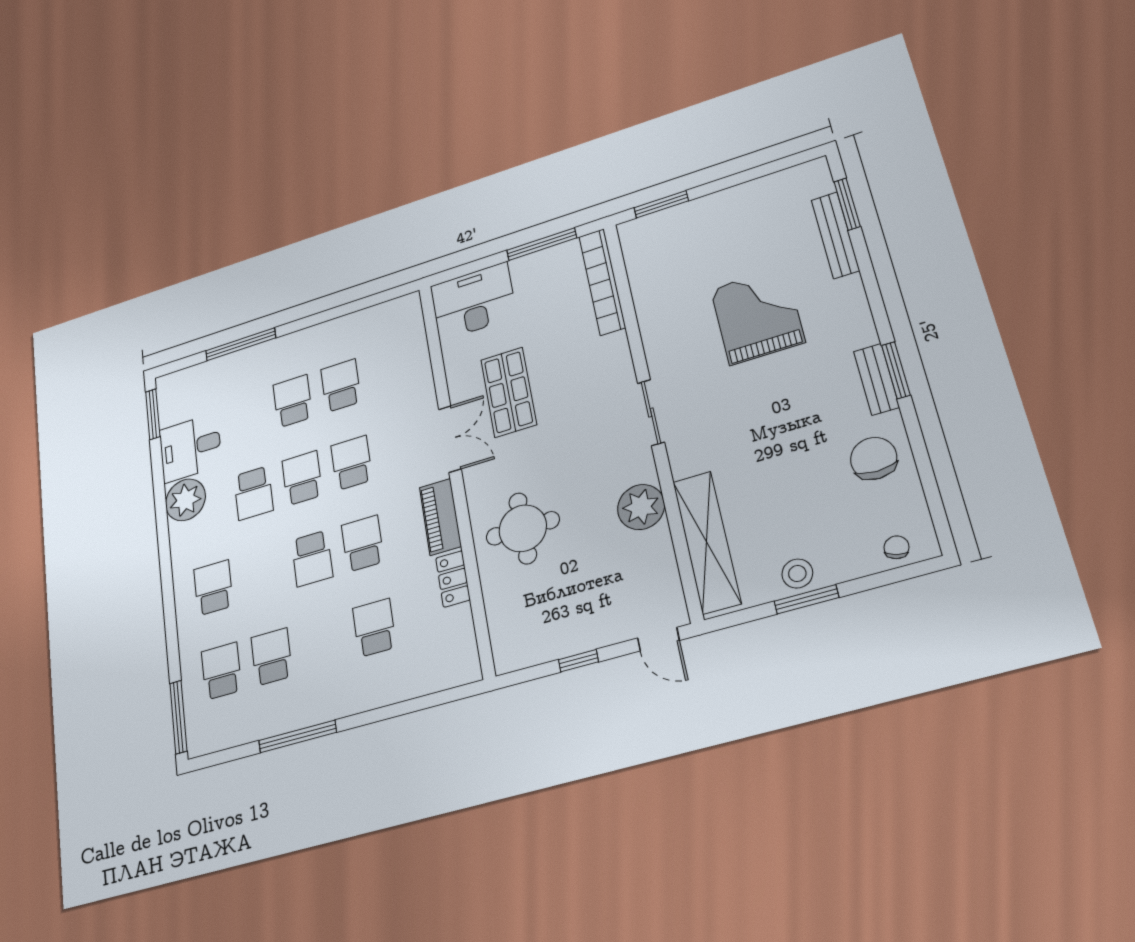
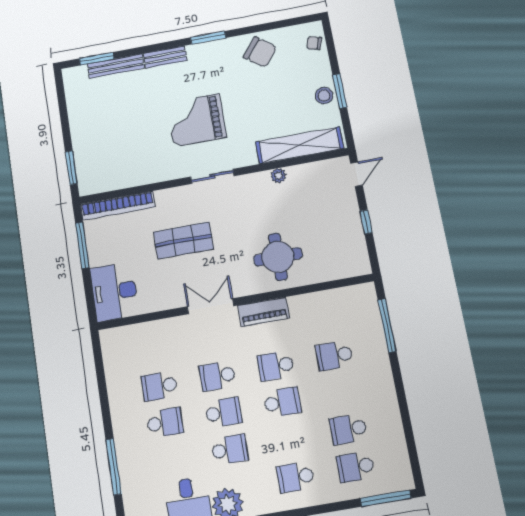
grand piano: (757, 315) -> (196, 120), moved
bench: (876, 379) -> (165, 57), moved
shop shelf: (509, 392) -> (183, 240), moved
school desk: (293, 401) -> (165, 423), turned 180
chair: (874, 458) -> (260, 52), turned -142
school desk: (302, 478) -> (223, 412), turned 180
plant: (641, 507) -> (278, 176), width x0.53, depth x0.53
locker: (453, 579) -> (307, 302), removed
window: (297, 736) -> (387, 326), moved

